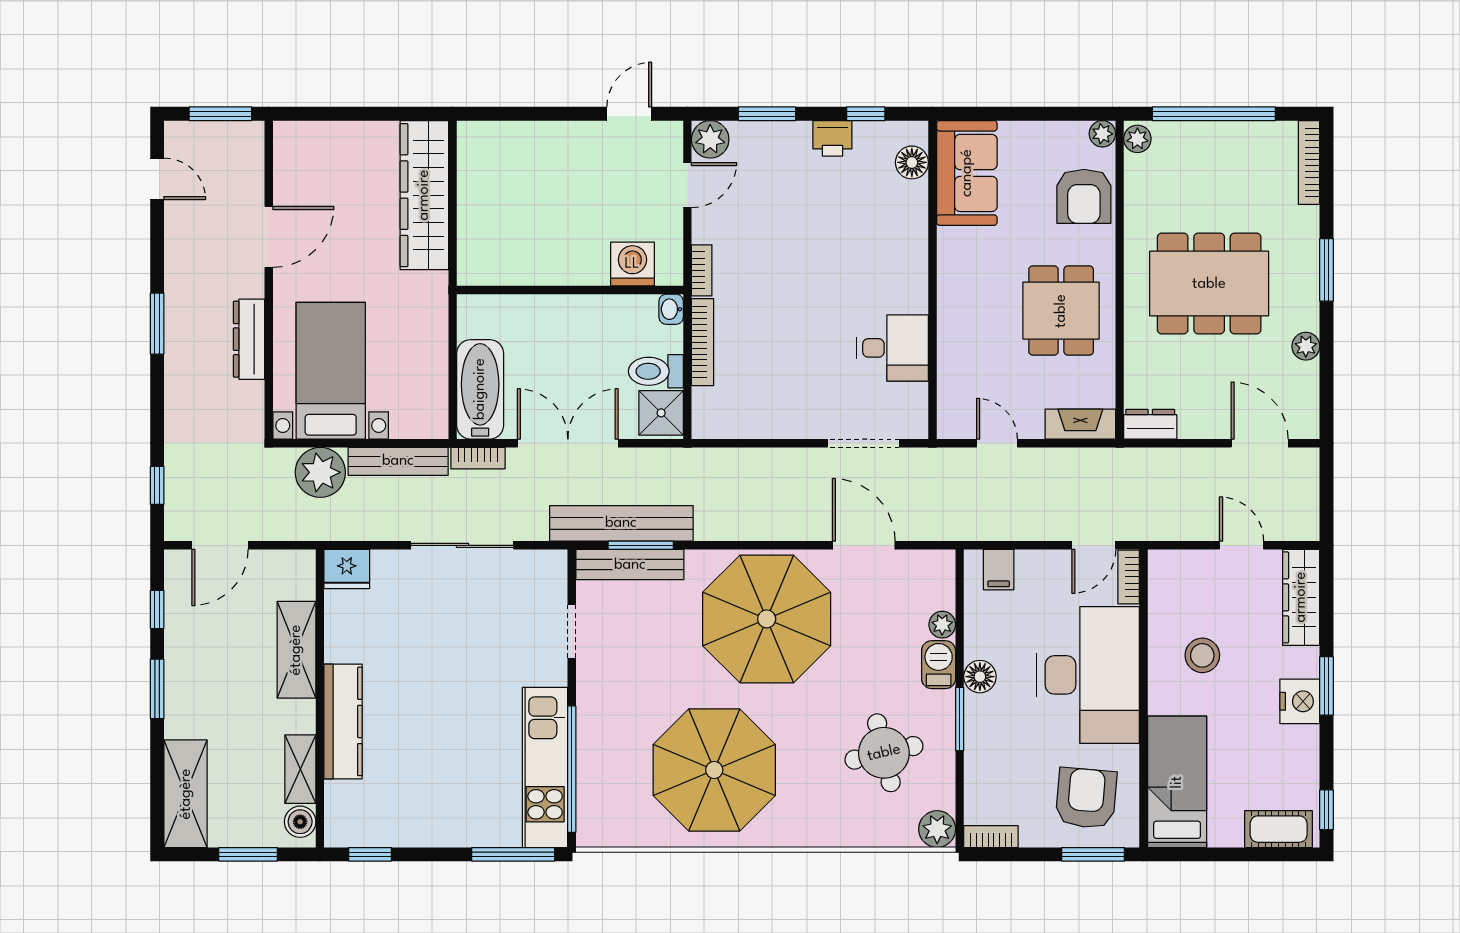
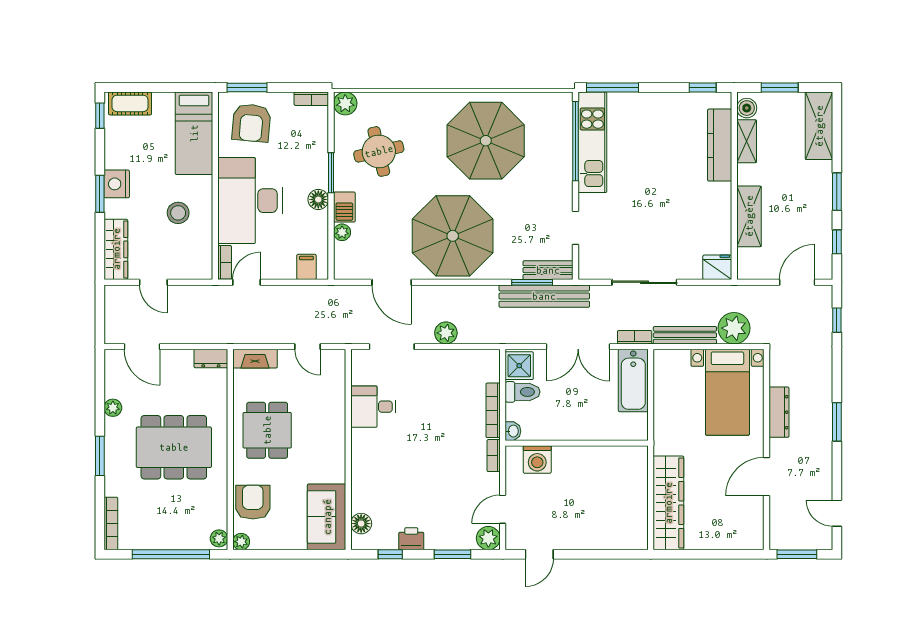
plant: (777, 465) -> (446, 333), added
bench: (630, 565) -> (548, 270), width x0.73
kitchen counter: (343, 721) -> (720, 145), moved

